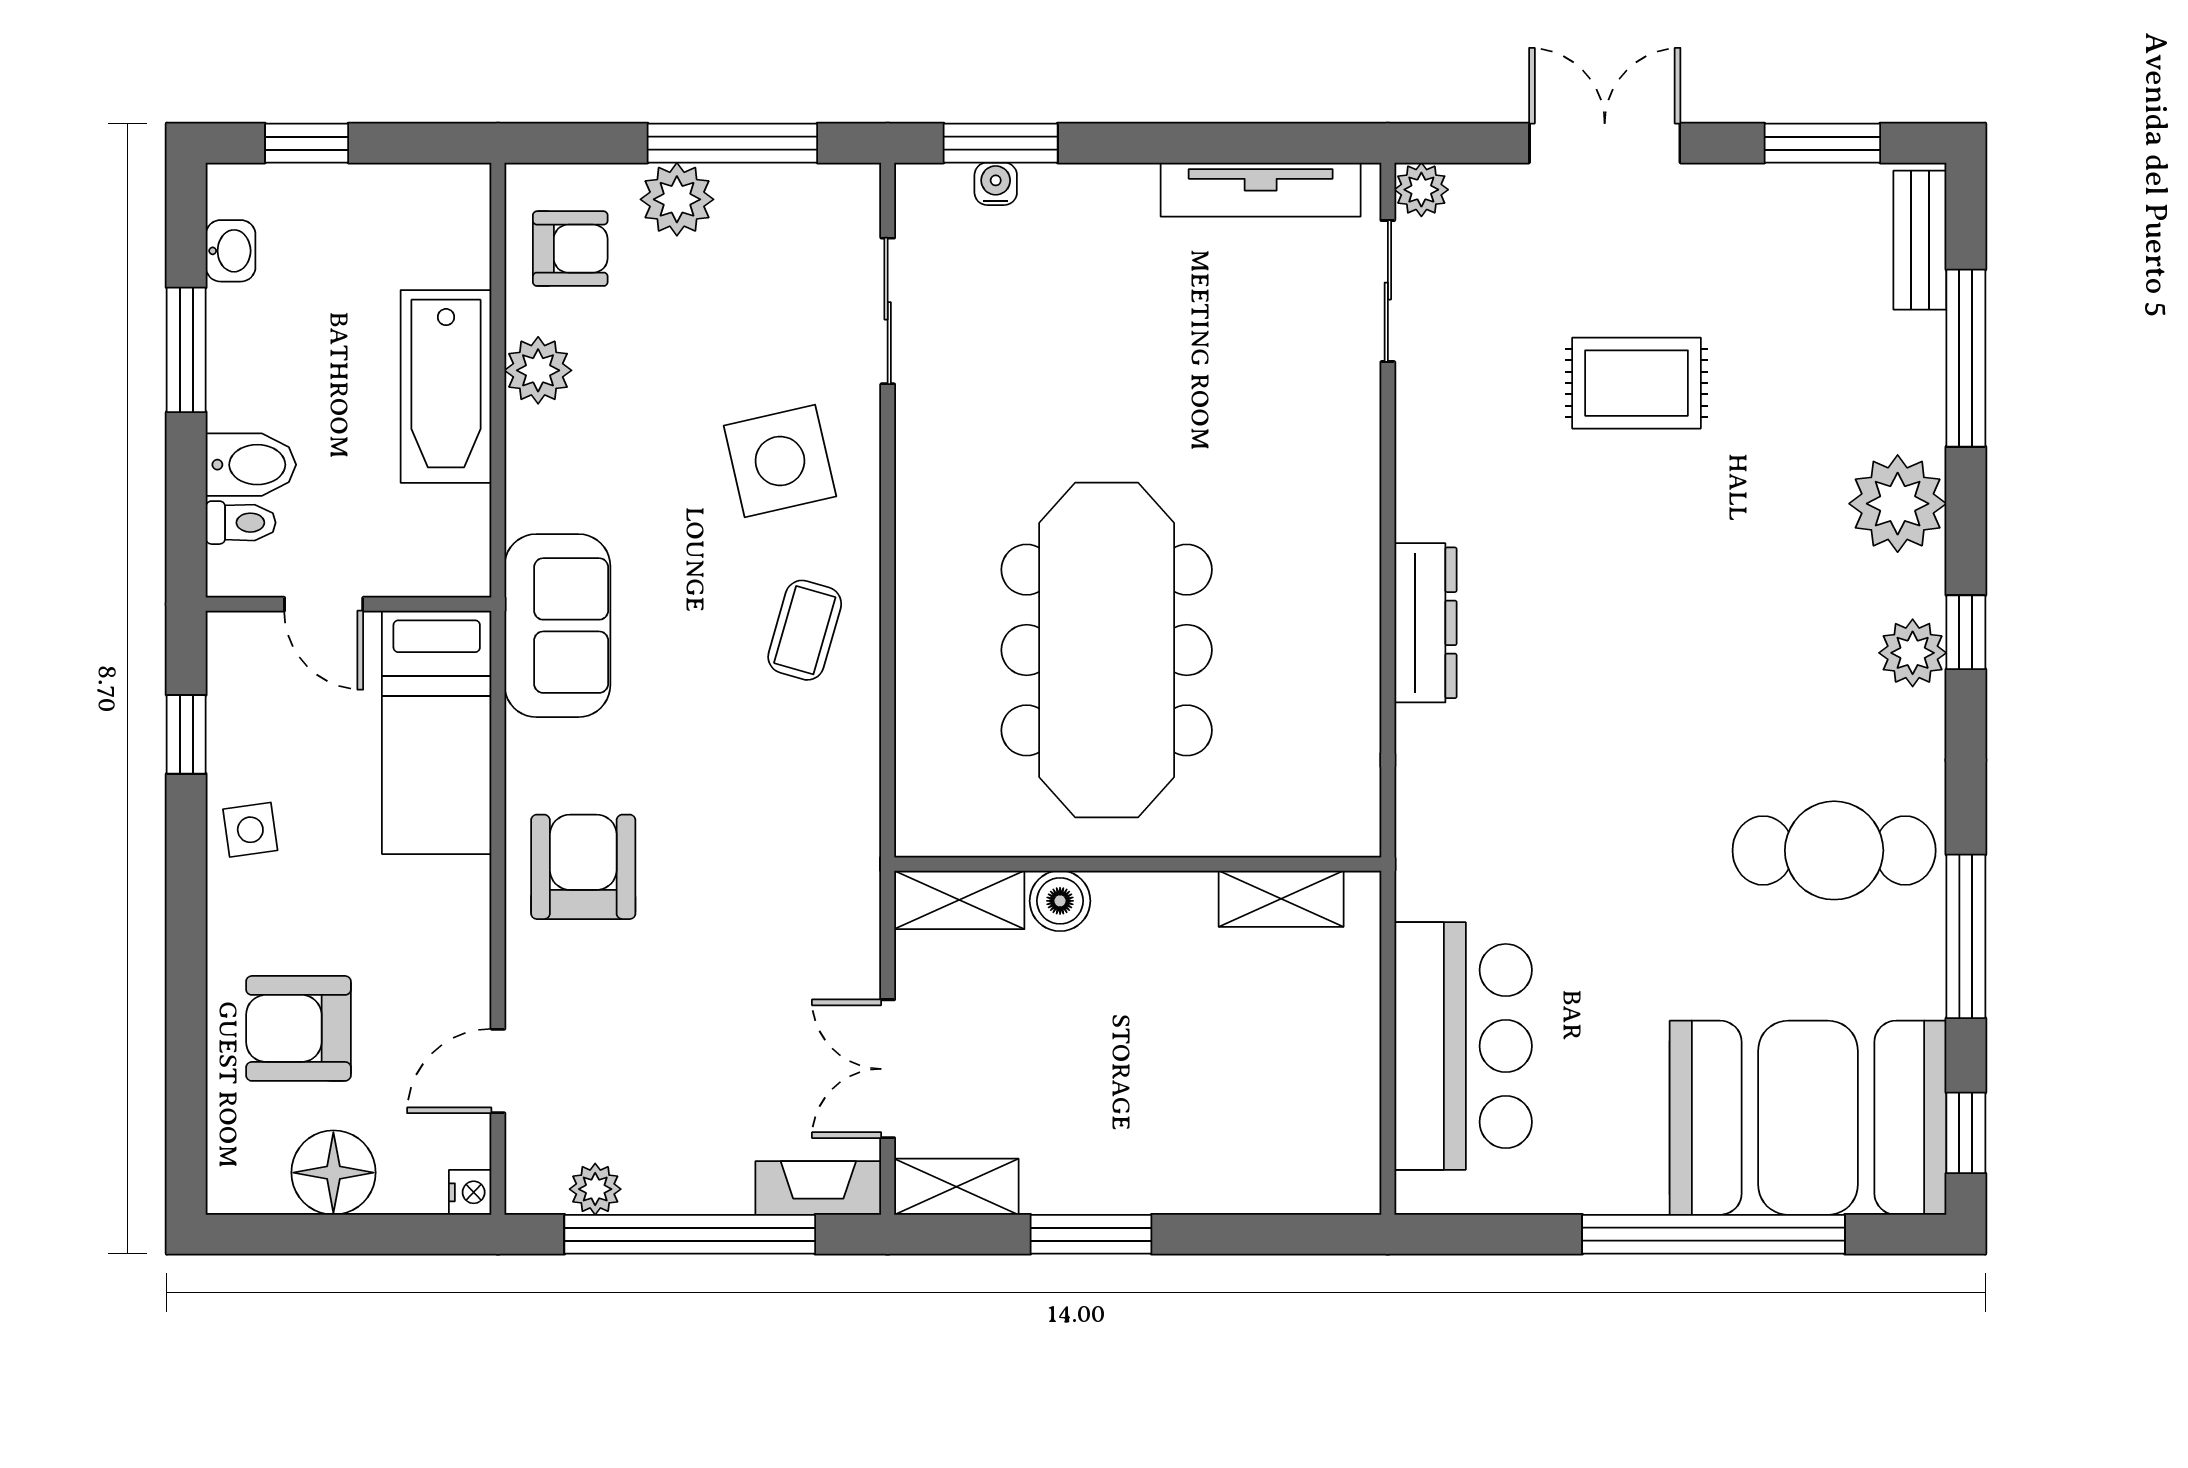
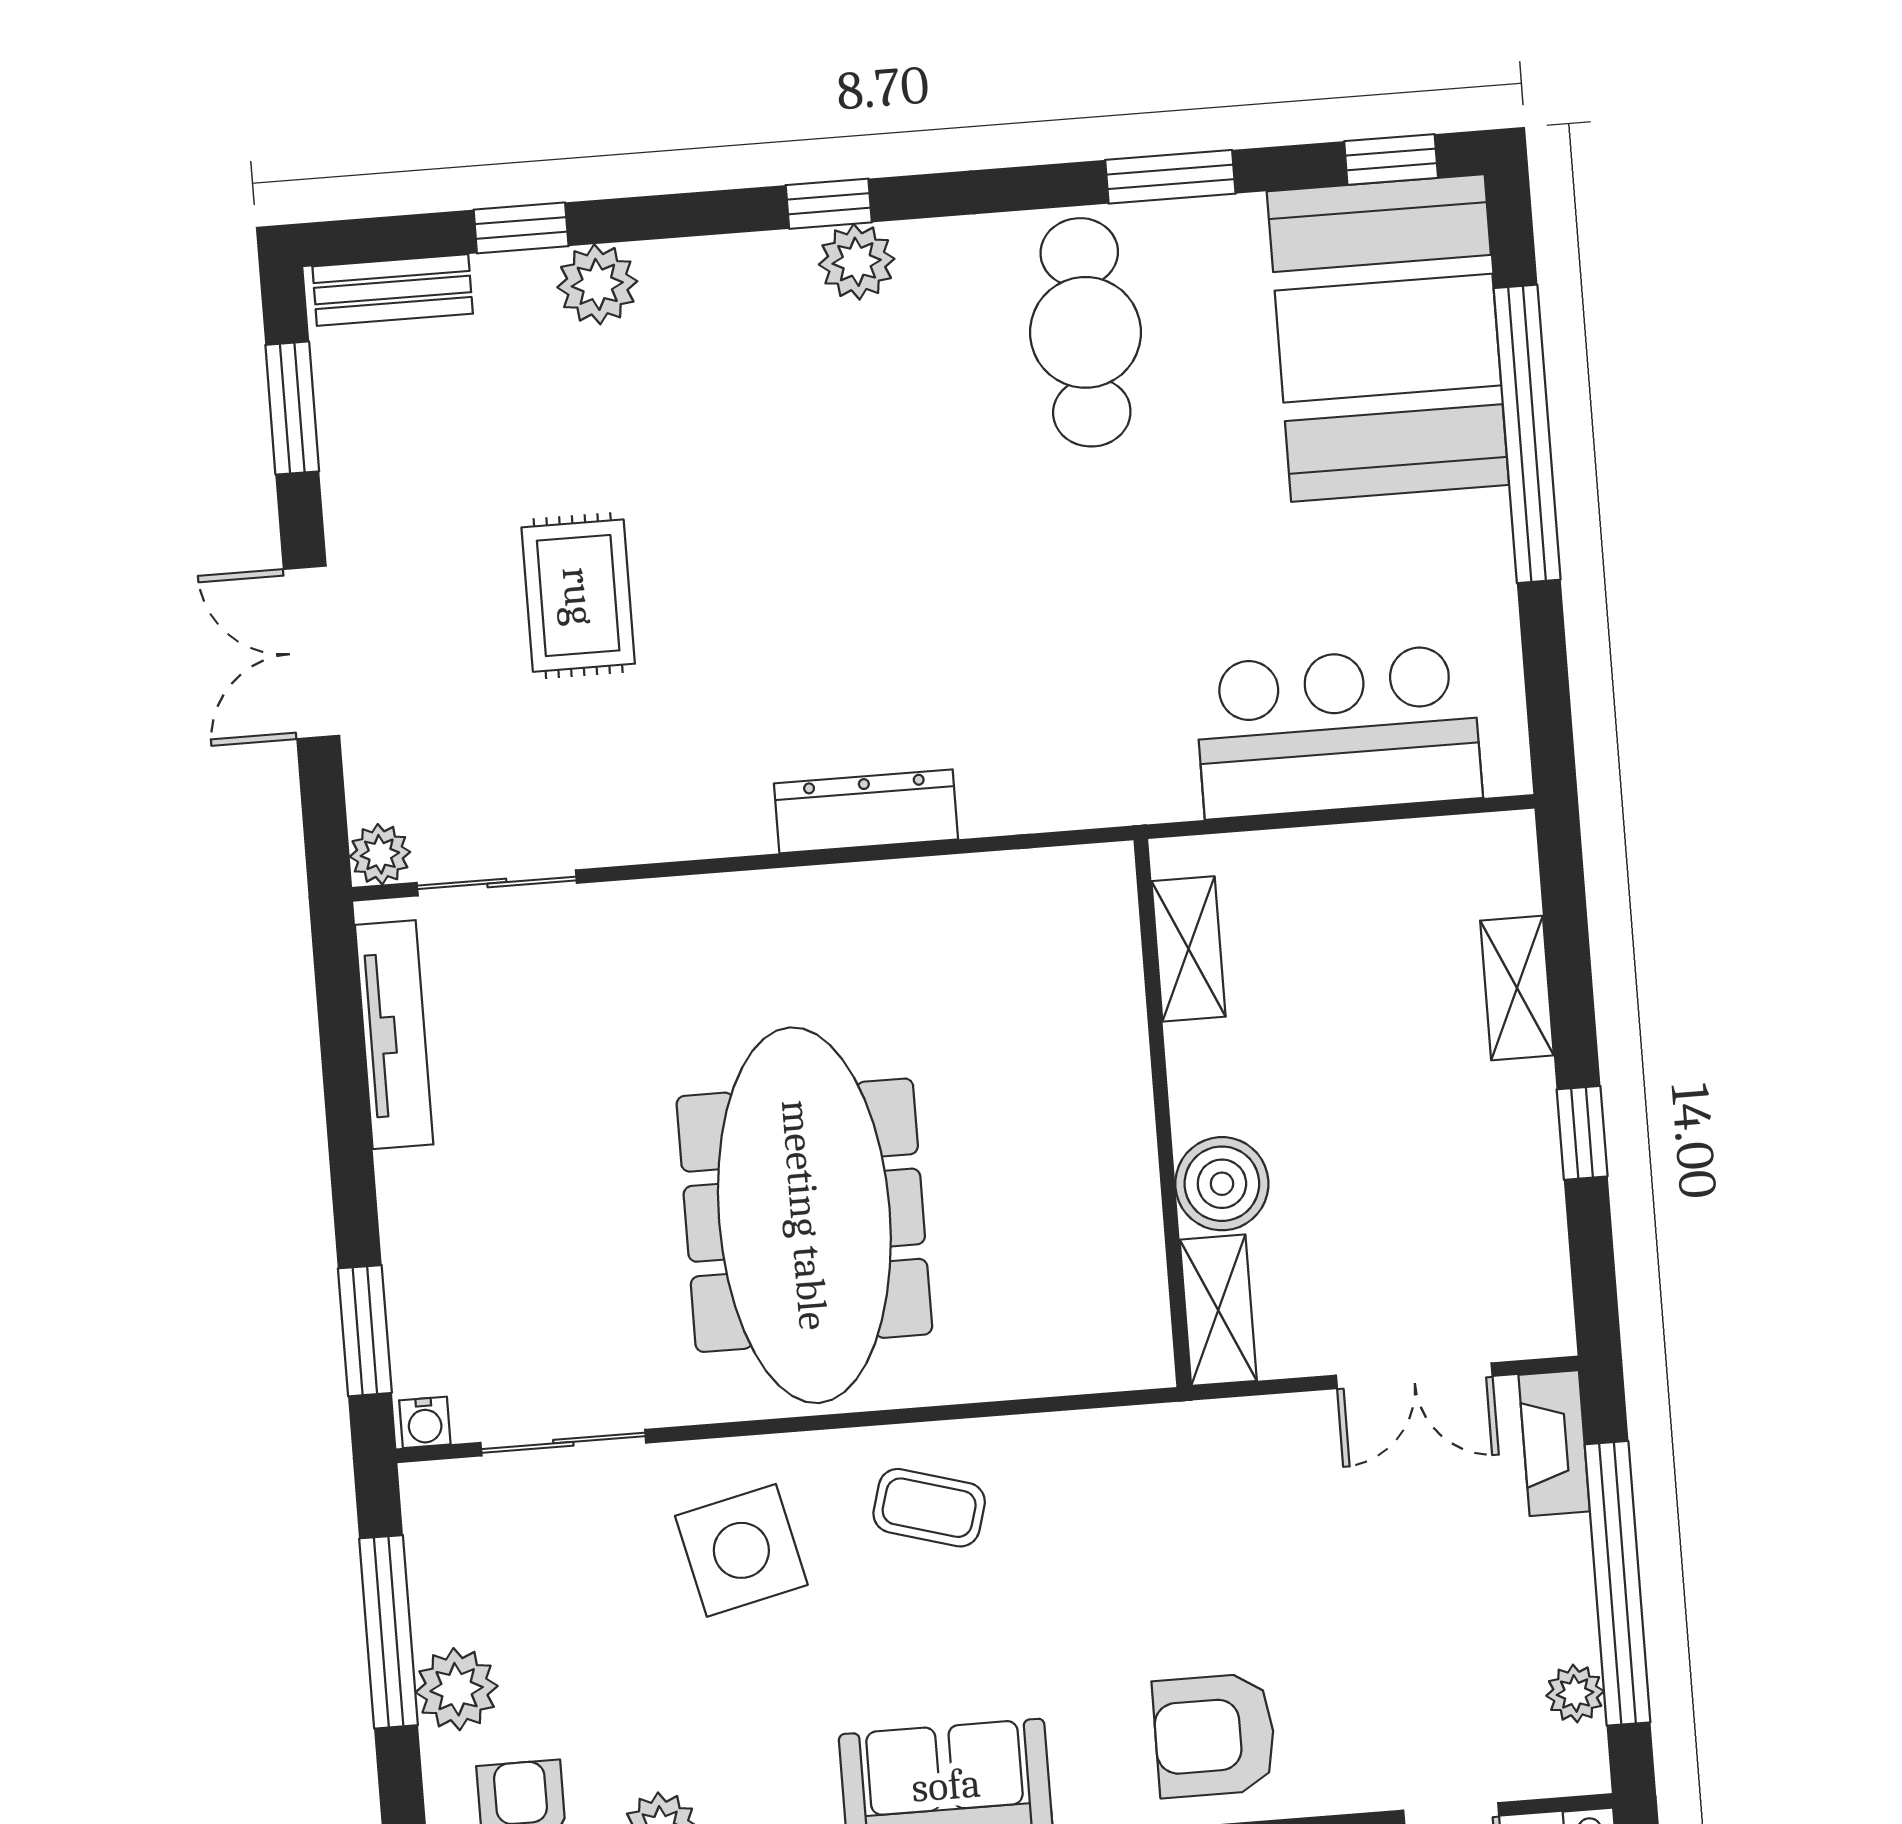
water cooler: (996, 184) -> (425, 1422), moved, turned -90
window: (1966, 358) -> (521, 228), width x0.46
plant: (1898, 504) -> (597, 284), moved, width x0.73, depth x0.73
meeting table: (1107, 650) -> (804, 1215), moved, turned 90
boiler: (1060, 901) -> (1222, 1184), width x1.36, depth x1.36
window: (1966, 936) -> (1170, 177), width x0.69
shelving: (956, 1187) -> (1517, 988), moved
window: (1091, 1234) -> (1582, 1133), width x0.67

